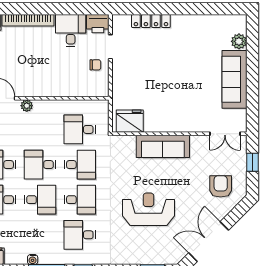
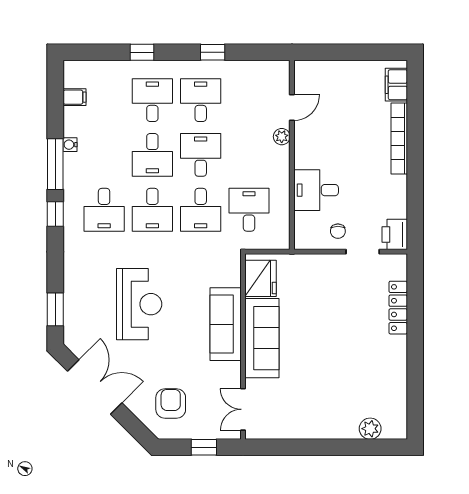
desk: (71, 31) -> (316, 190), moved, turned 180
sofa: (234, 79) -> (262, 338), moved, turned 90
armchair: (221, 186) -> (171, 403), turned -90
desk: (80, 235) -> (104, 210), turned 180

